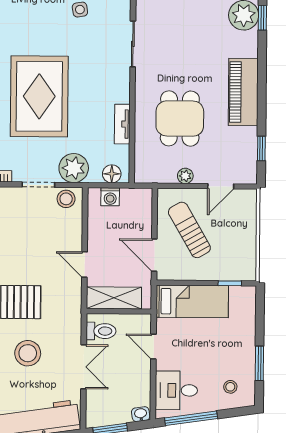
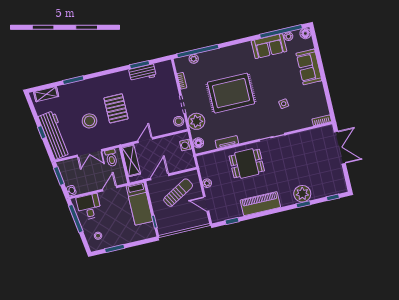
dining table: (180, 118) -> (247, 163), moved

